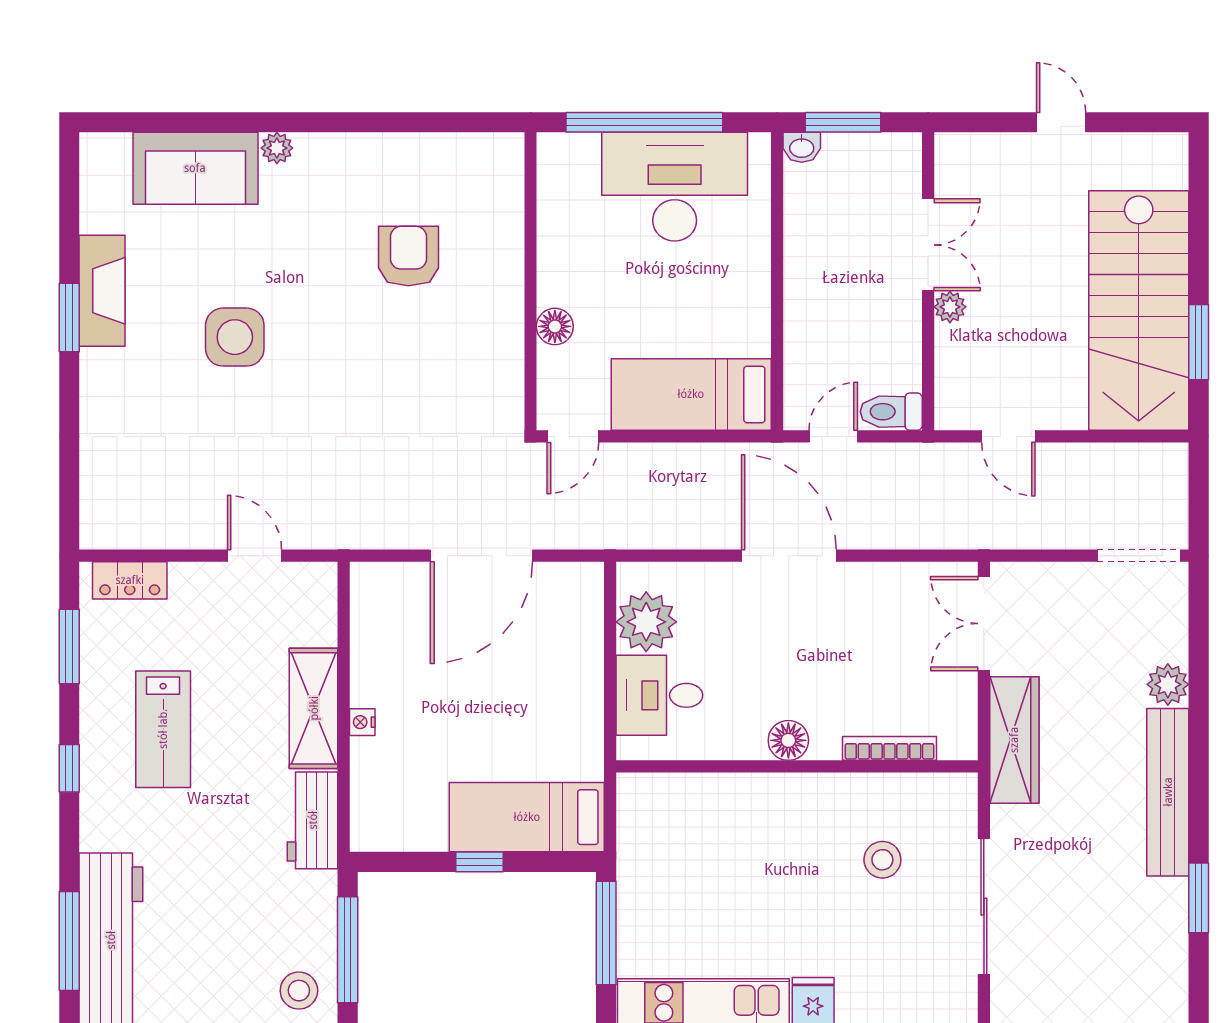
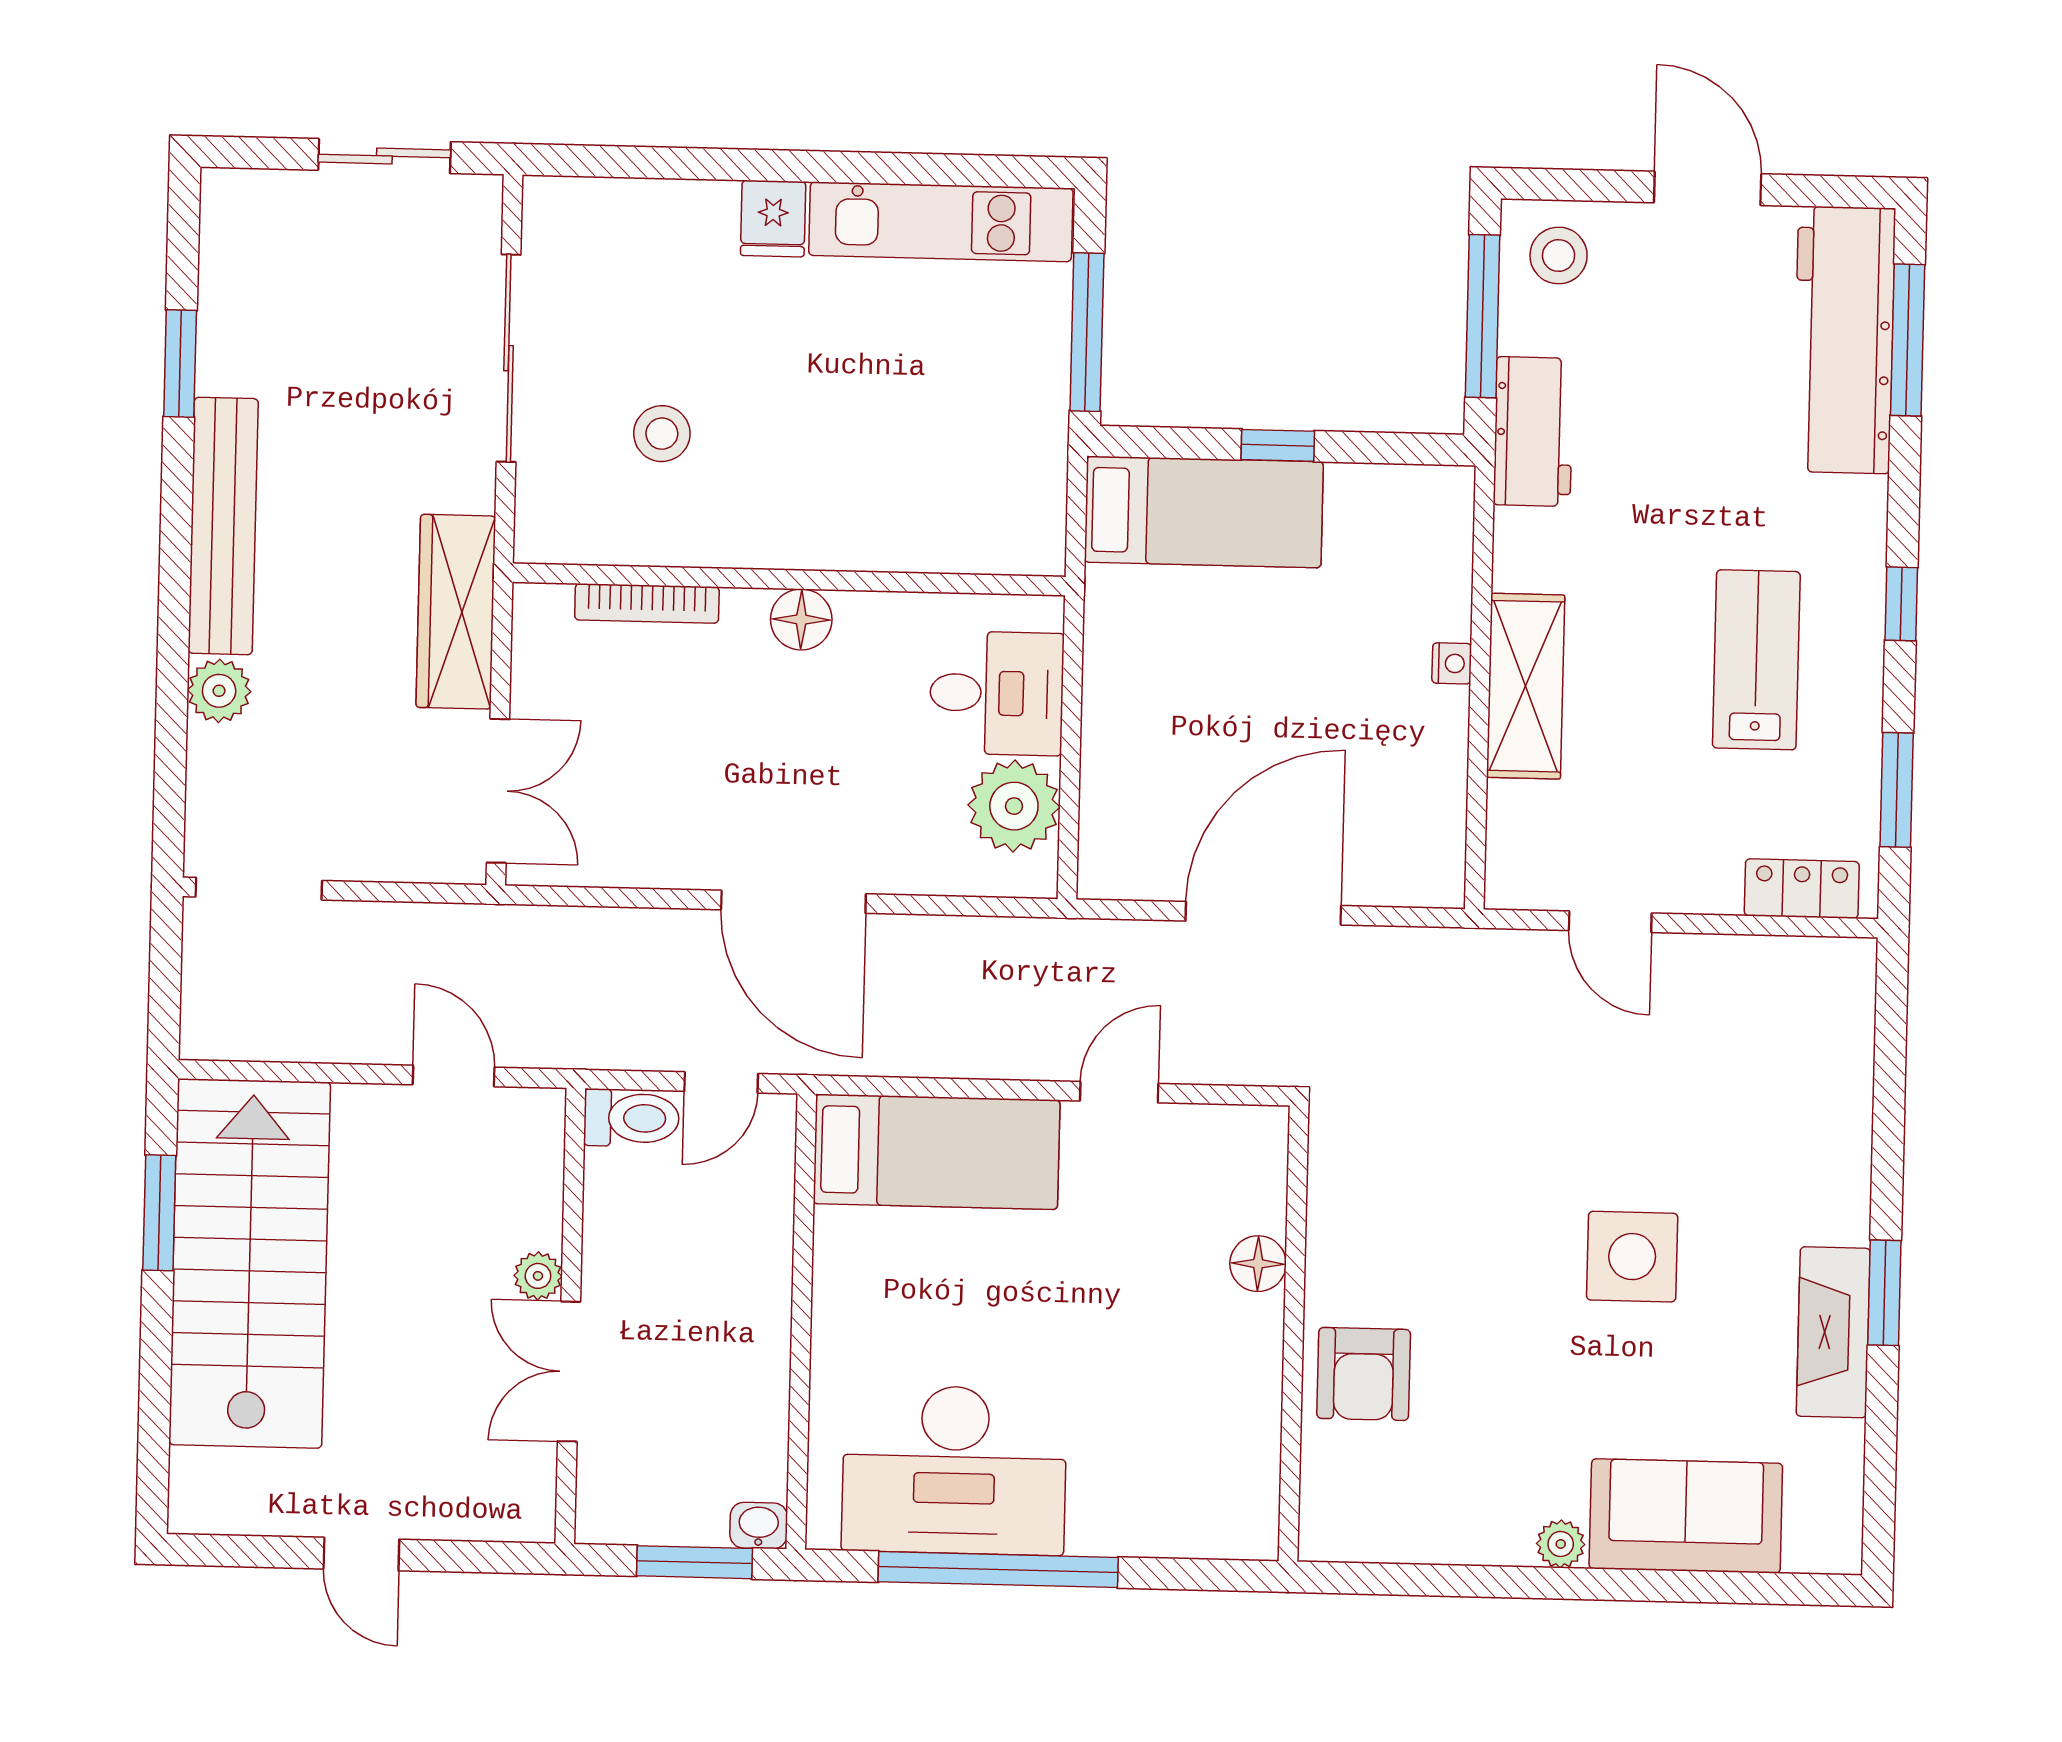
wall: (531, 281) -> (1294, 1334), moved
floor lamp: (555, 326) -> (1258, 1264), moved
workbench: (313, 820) -> (1533, 432), moved

